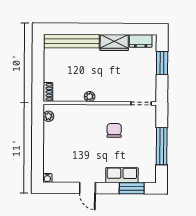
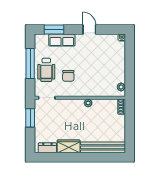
window: (162, 63) -> (30, 118), moved
wheelchair: (142, 138) -> (46, 70), added

